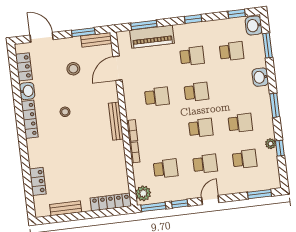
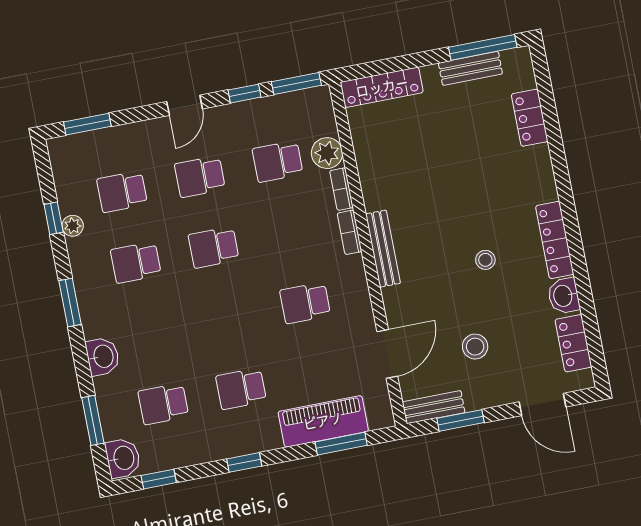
school desk: (196, 92) -> (227, 318), removed
plant: (143, 193) -> (327, 153), moved
window: (59, 218) -> (483, 47), added

